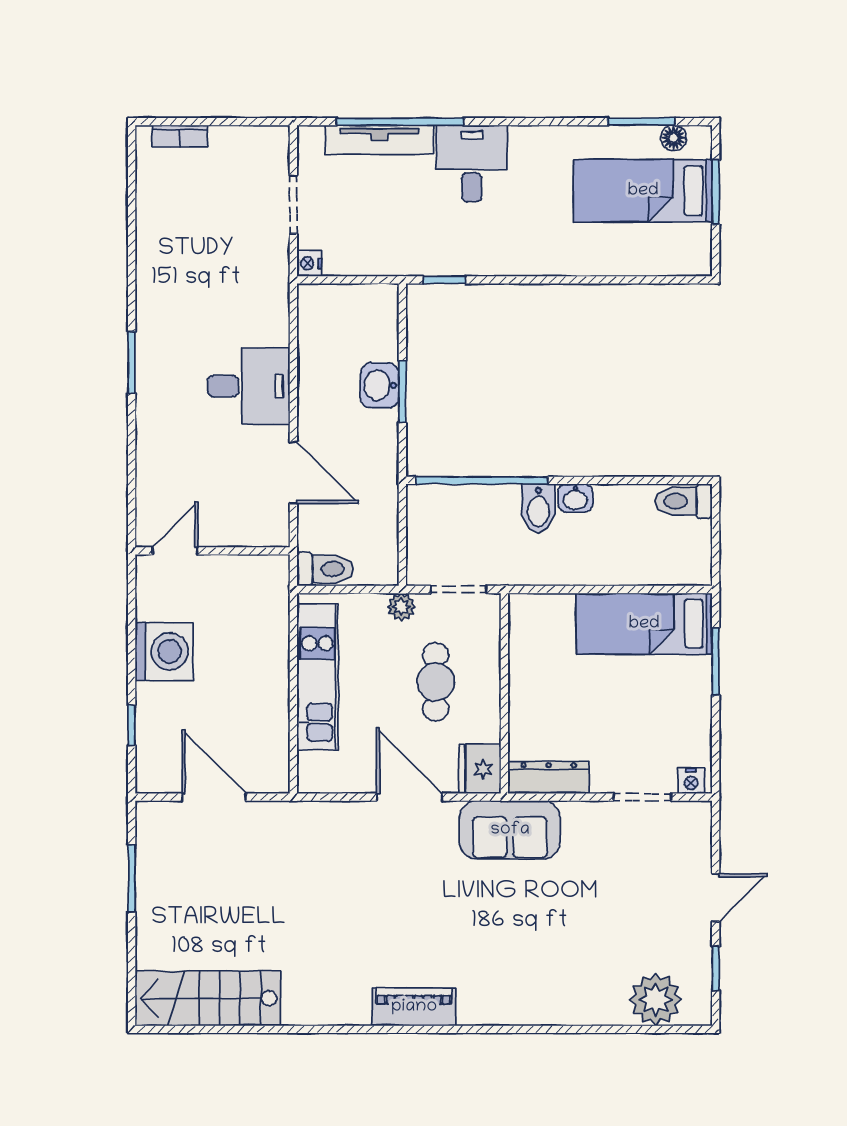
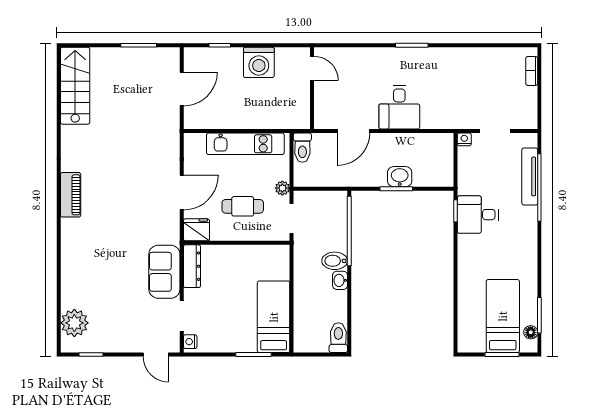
desk: (472, 164) -> (478, 215), moved, turned 180
sofa: (510, 830) -> (164, 272), moved
door: (716, 898) -> (156, 355), moved

